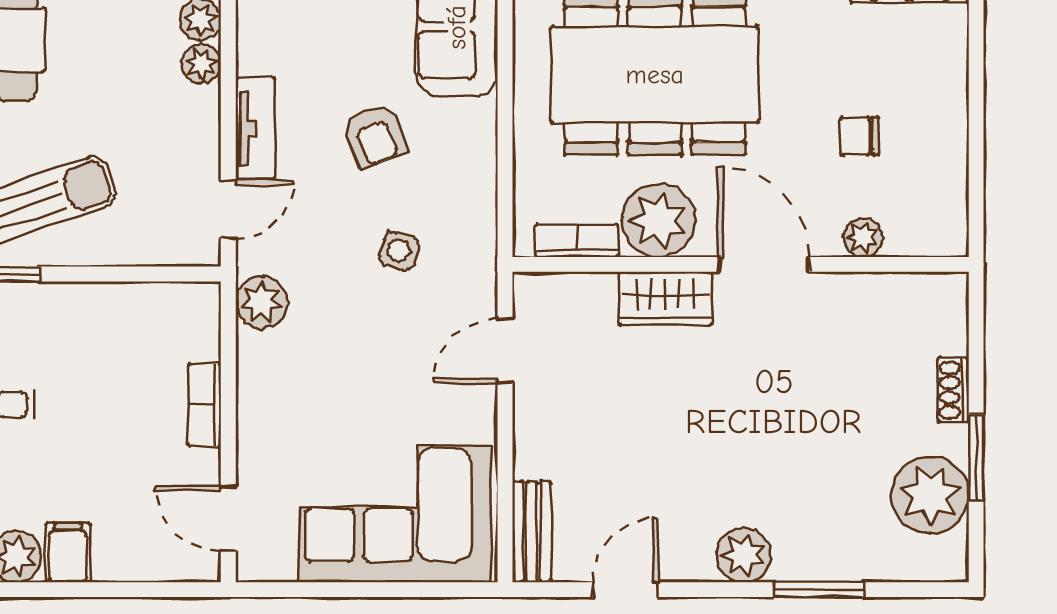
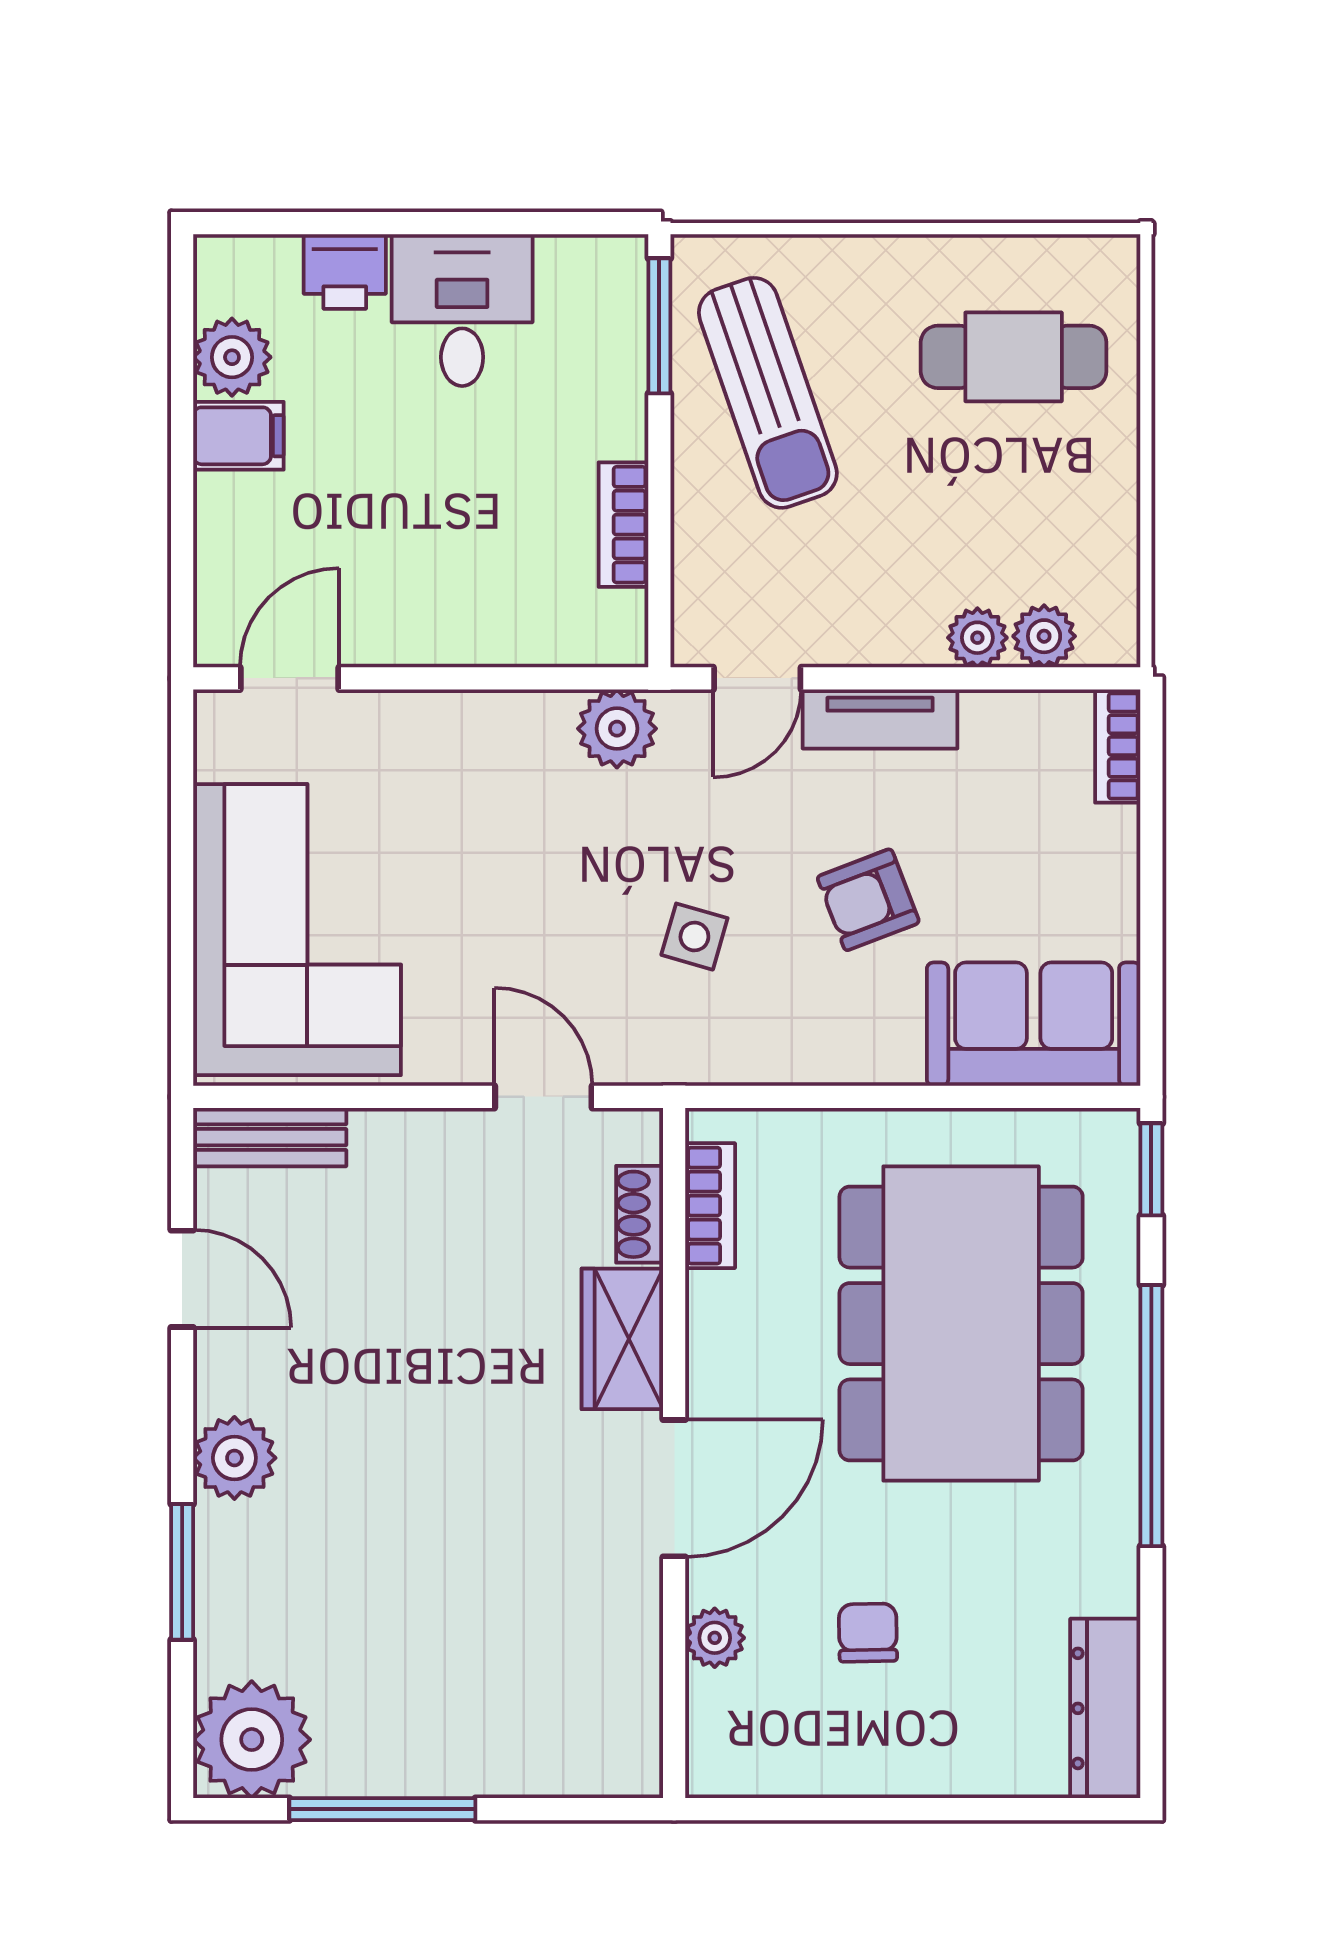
door: (228, 209) -> (757, 678), hinge flipped
plant: (659, 220) -> (741, 1329), removed
shoe rack: (953, 390) -> (640, 1214), moved, turned -90
bookcase: (204, 405) -> (623, 525), moved, turned -90
window: (976, 457) -> (382, 1809), width x1.44
plant: (930, 495) -> (252, 1740), moved

